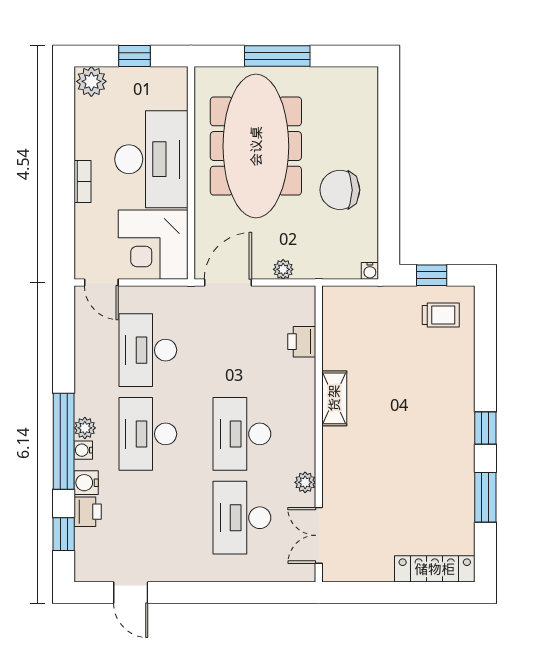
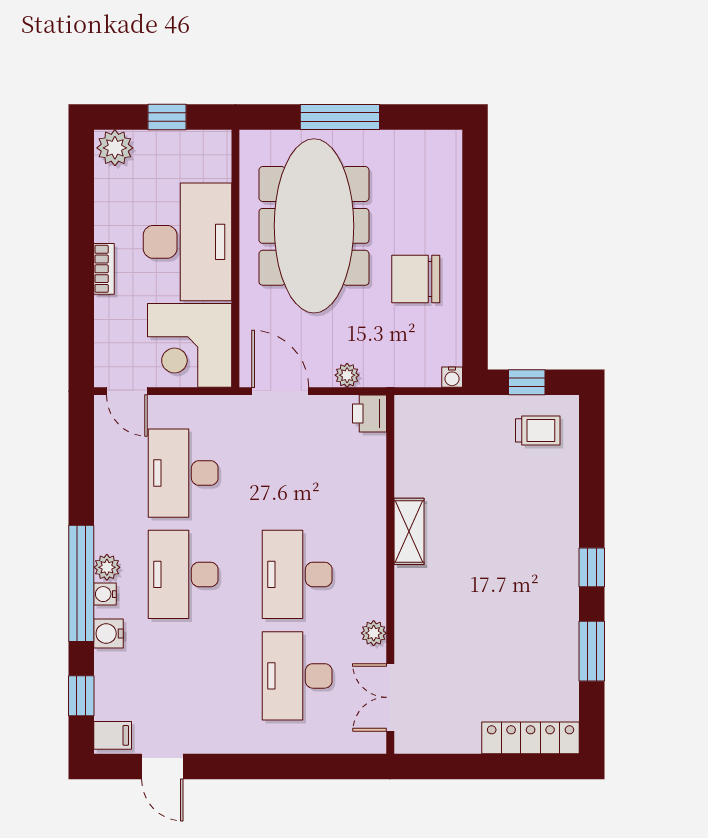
door: (228, 283) -> (280, 391), hinge flipped
printer: (302, 342) -> (370, 414), moved
printer: (88, 512) -> (110, 669), removed
filing cabinet: (90, 567) -> (113, 735), added

